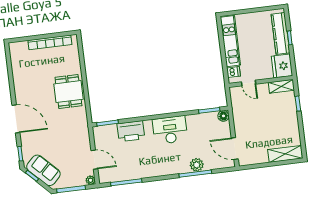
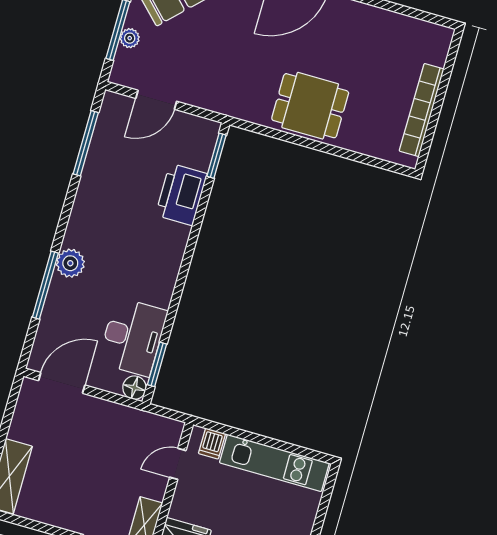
desk: (170, 130) -> (133, 337), moved
plant: (197, 165) -> (70, 263), moved
plant: (90, 180) -> (130, 38), moved

